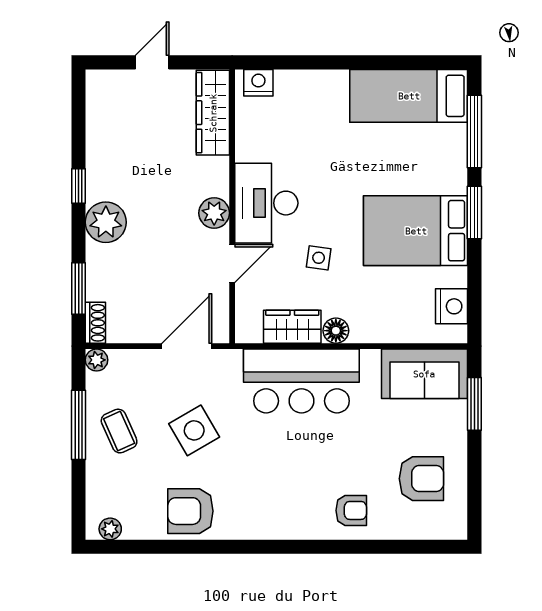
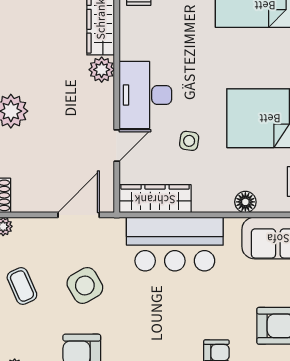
plant: (214, 213) -> (102, 70), moved
wardrobe: (292, 327) -> (155, 199), width x1.50
floor lamp: (336, 331) -> (245, 202), moved

